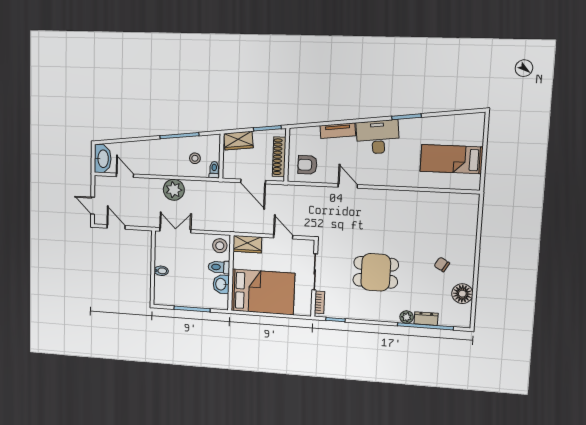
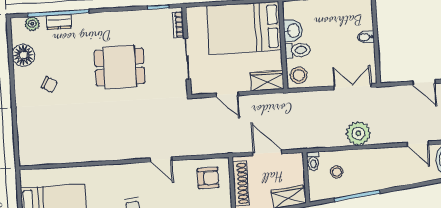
double door: (175, 230) -> (353, 87), swing flipped
plant: (407, 317) -> (32, 24), moved

